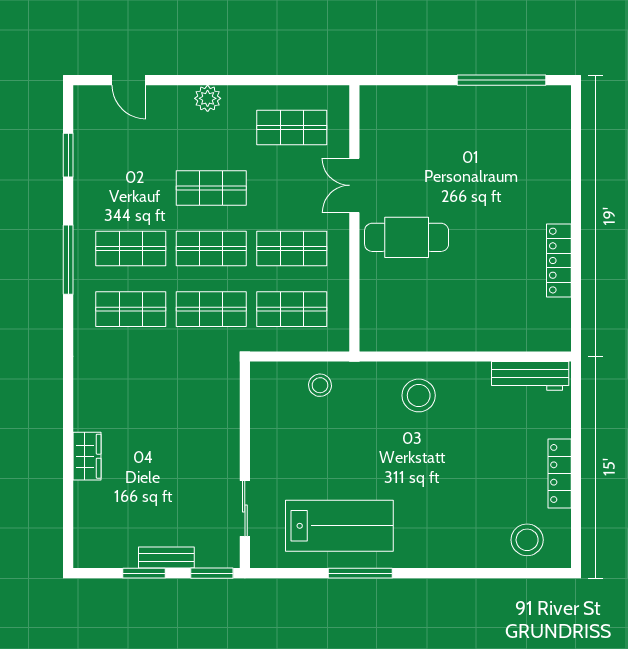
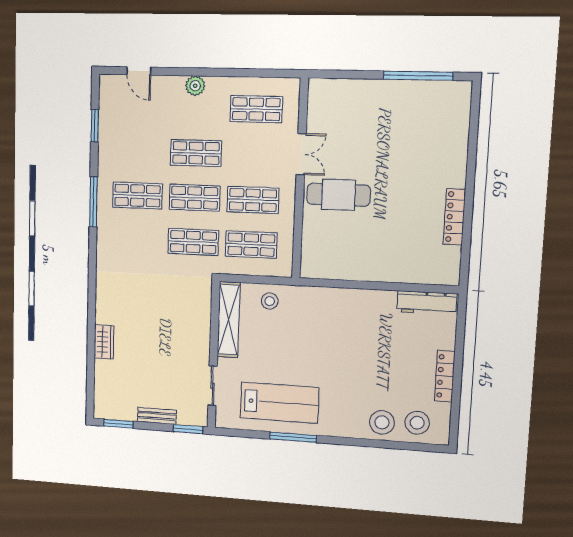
double door: (354, 185) -> (301, 154), swing flipped
shop shelf: (131, 309) -> (136, 239), removed
stool: (419, 395) -> (382, 422), moved
shelving: (264, 414) -> (229, 320), added
window: (144, 573) -> (118, 424), moved

